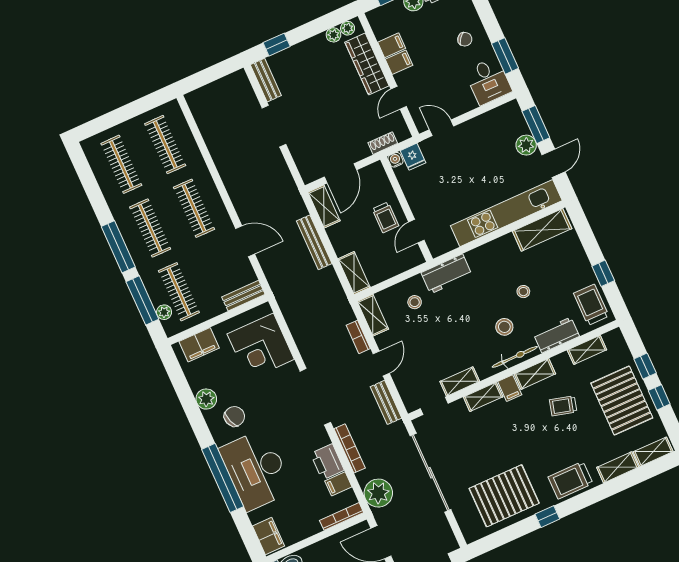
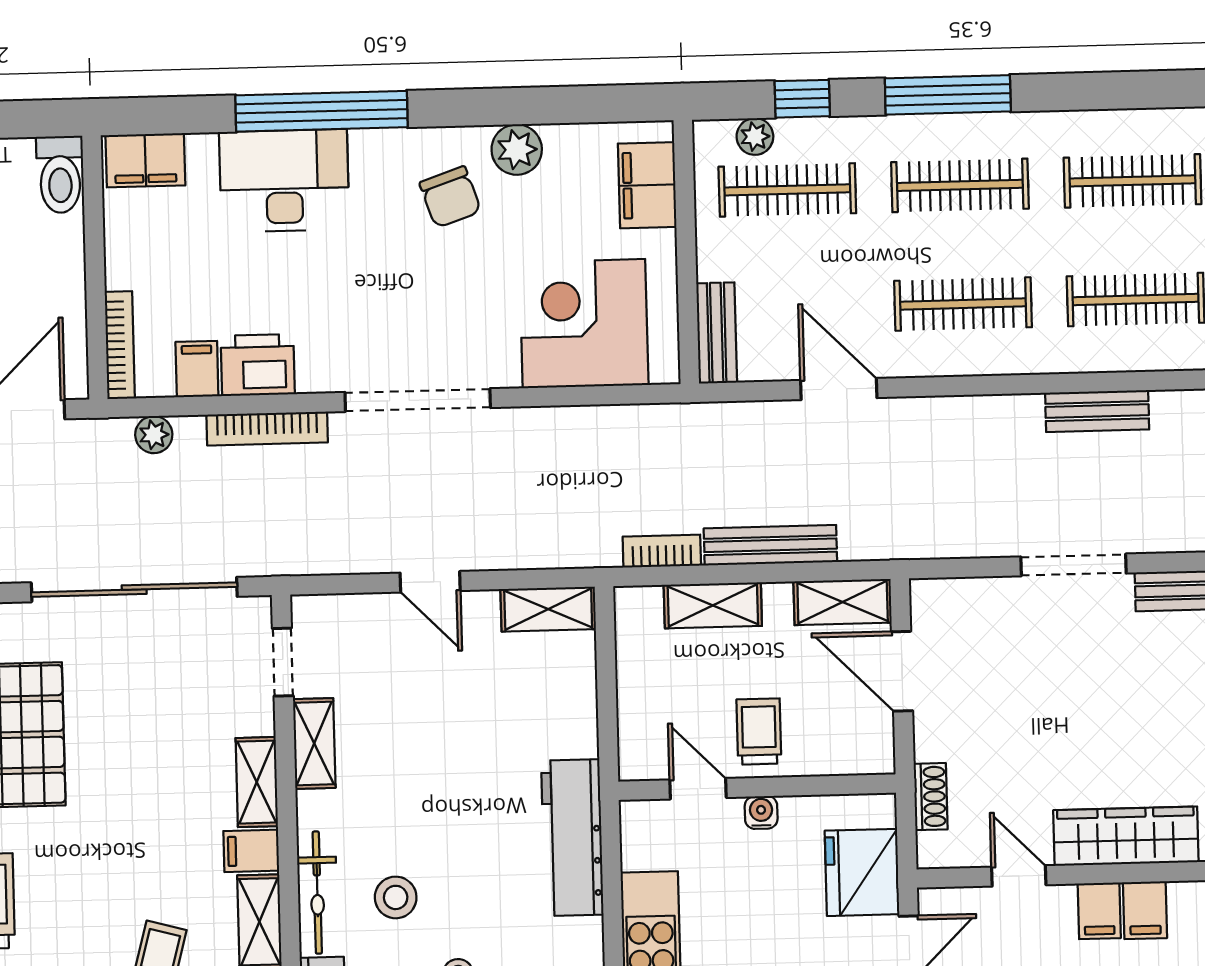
fridge: (413, 157) -> (862, 872), width x1.88, depth x1.34
water cooler: (395, 160) -> (761, 812), moved, turned -90
trolley: (385, 217) -> (759, 732), turned 90
door: (245, 241) -> (839, 389), swing flipped
shelving: (354, 273) -> (713, 605), moved
workbench: (447, 274) -> (572, 838), width x1.38
window: (142, 300) -> (802, 99), width x0.46
stool: (415, 302) -> (538, 717), removed
bookcase: (358, 337) -> (662, 551), moved
bench: (386, 402) -> (1097, 411), moved
desk: (256, 470) -> (284, 181), width x0.73, depth x0.77
plant: (378, 493) -> (154, 435), width x0.53, depth x0.53

